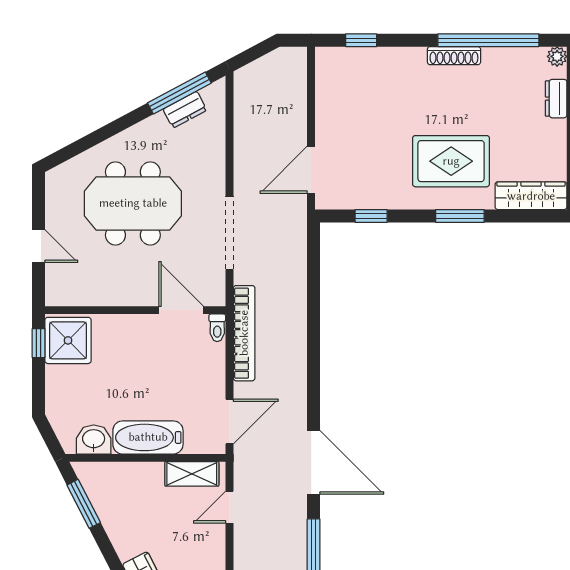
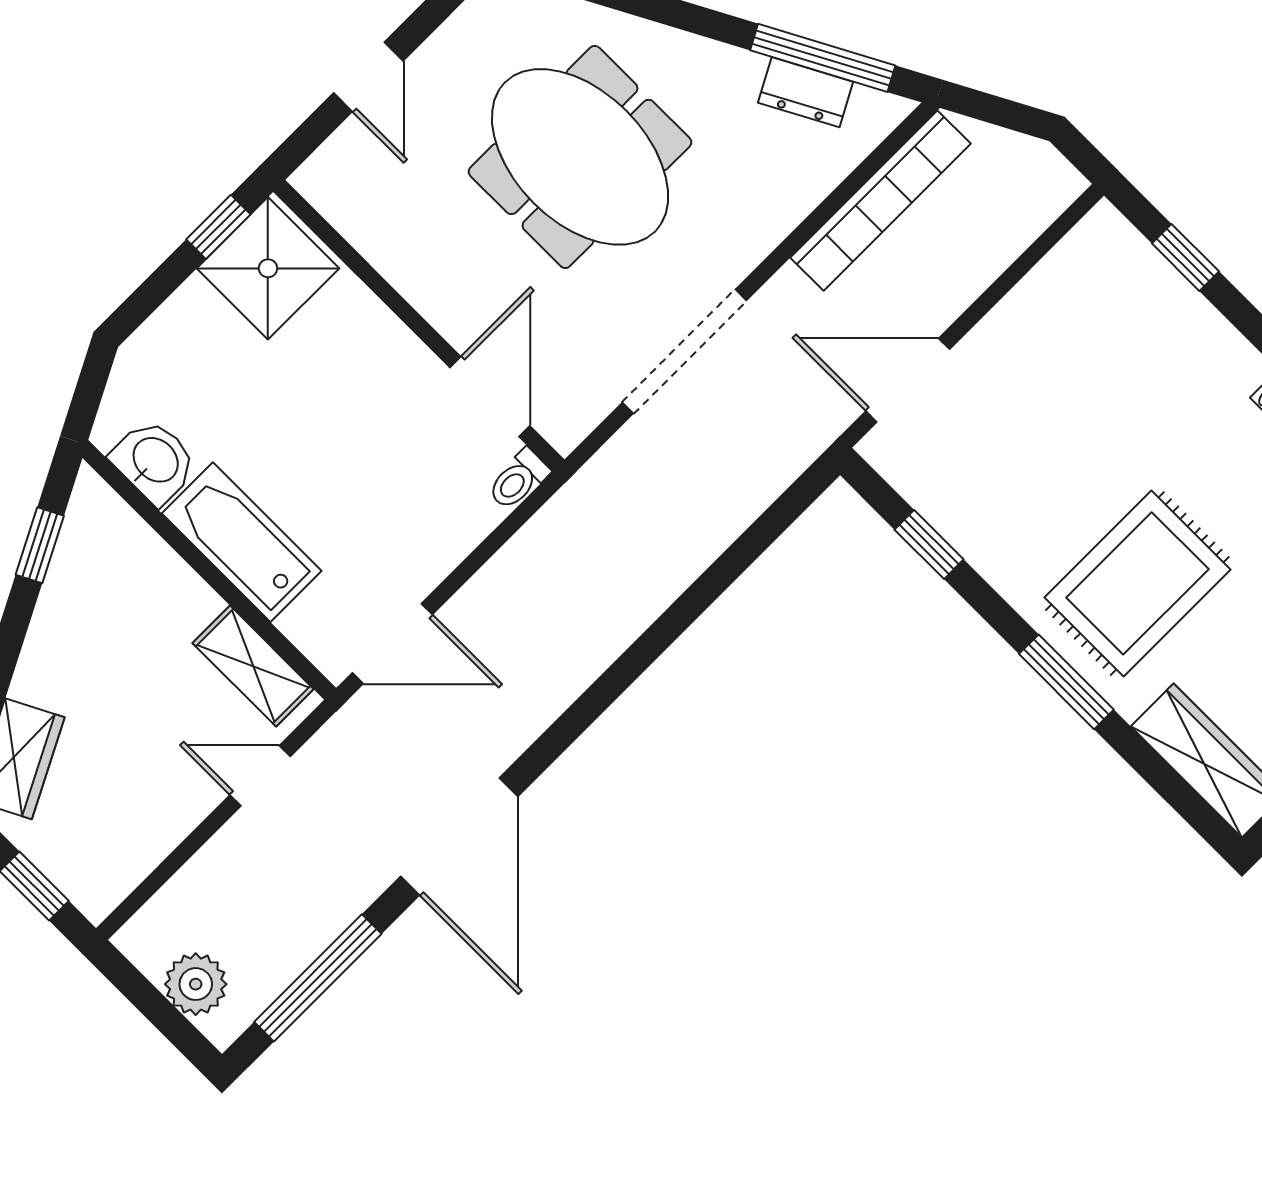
rug: (451, 161) -> (1137, 583), turned 90
bookcase: (244, 333) -> (880, 201), moved
window: (84, 504) -> (40, 545), width x0.67

